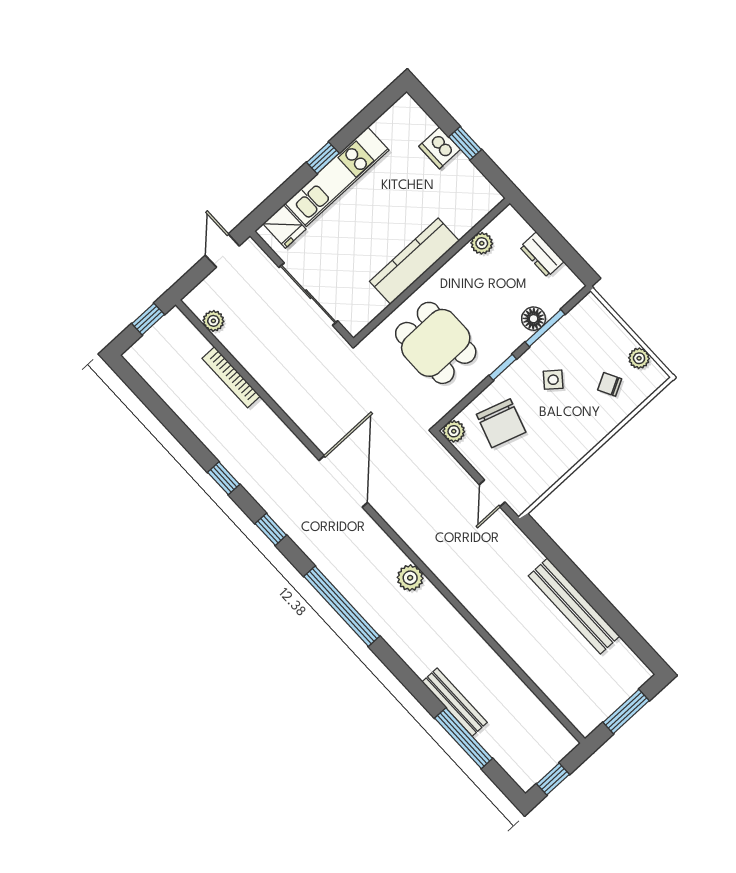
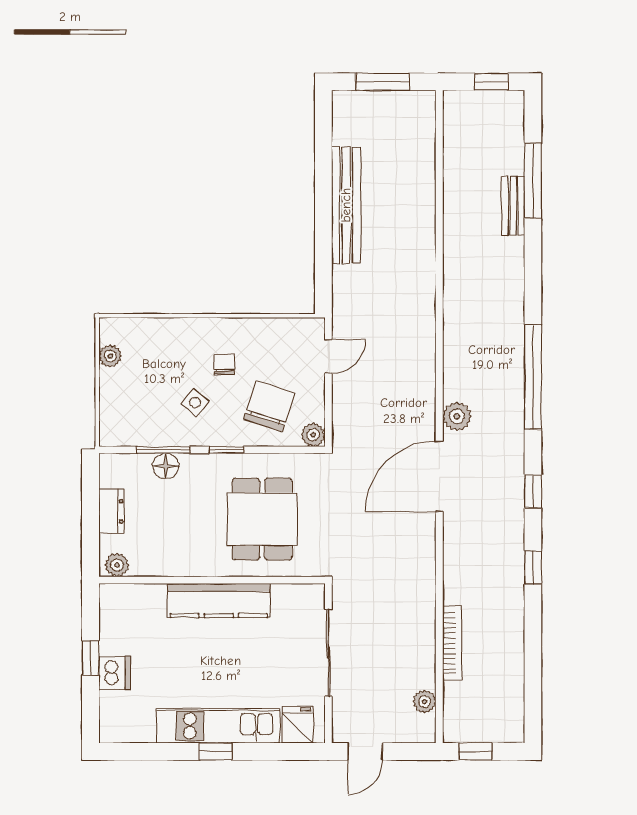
plant: (482, 243) -> (117, 565), moved
chair: (610, 384) -> (224, 364), moved, turned -152
plant: (410, 578) -> (457, 416), moved
bench: (455, 702) -> (513, 206), width x0.73

